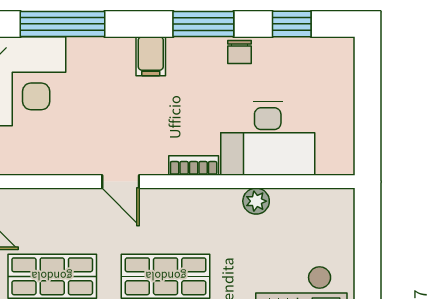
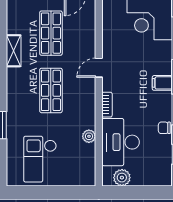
plant: (338, 136) -> (122, 178), added

